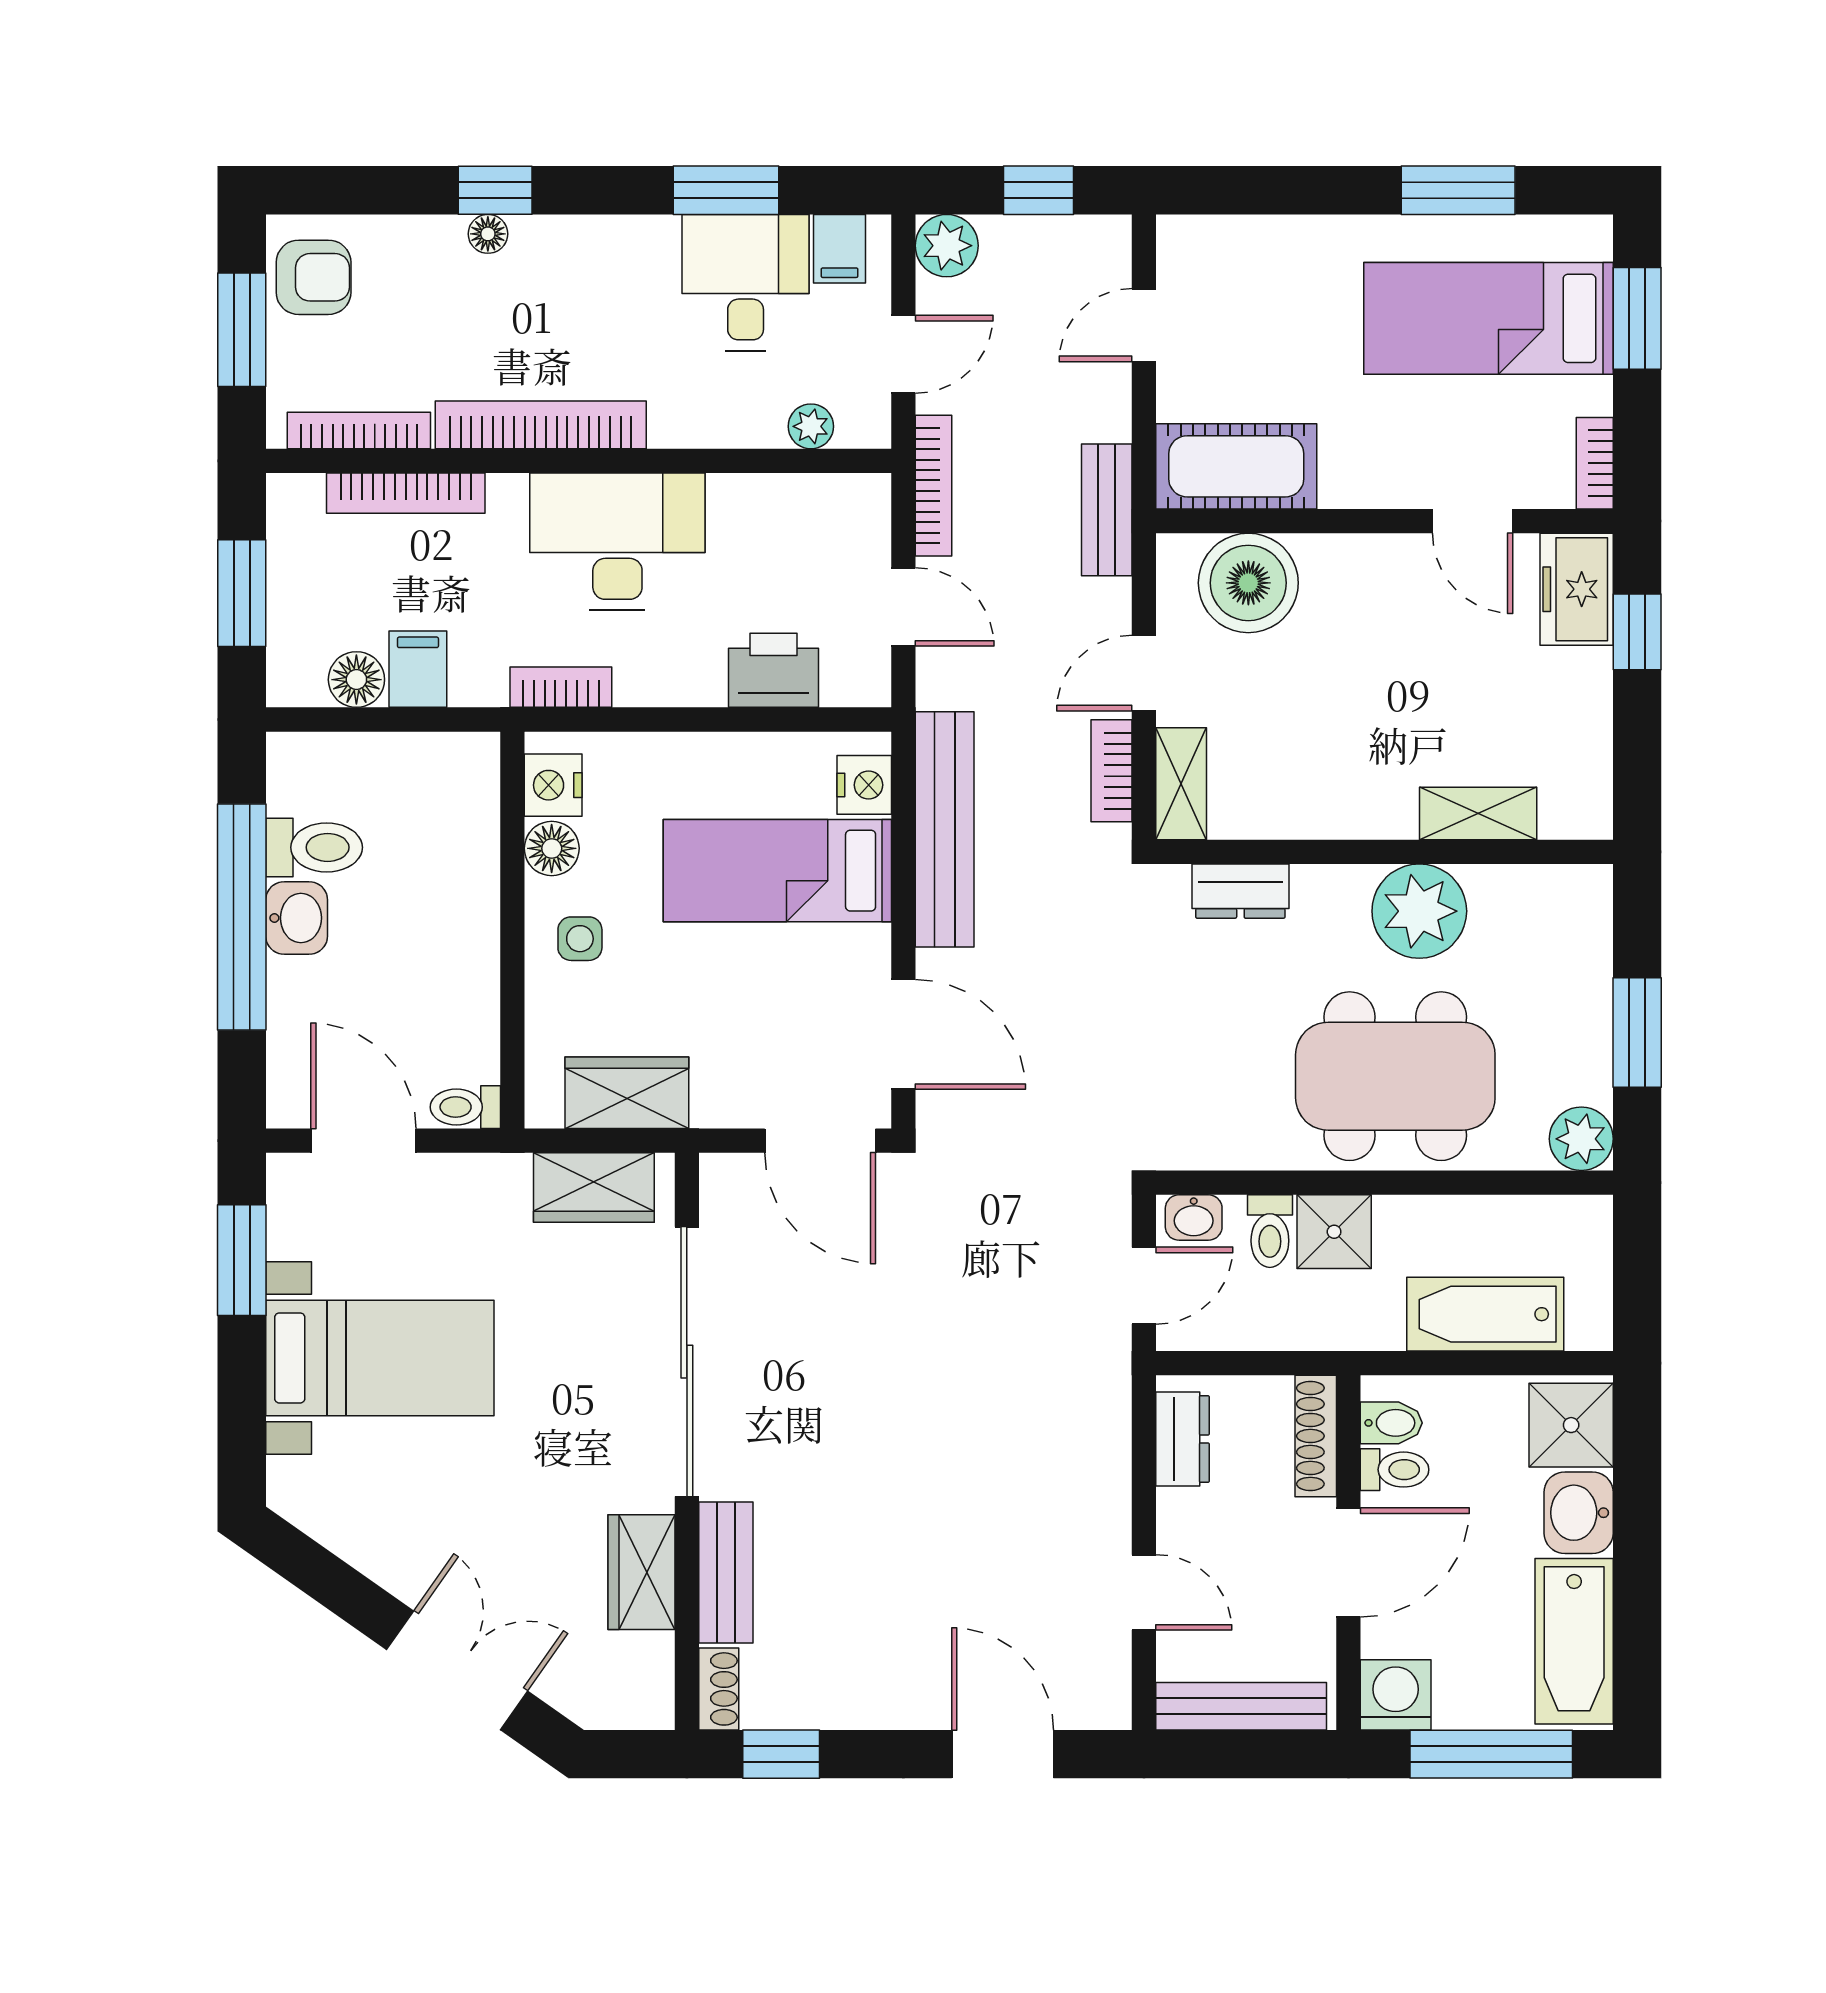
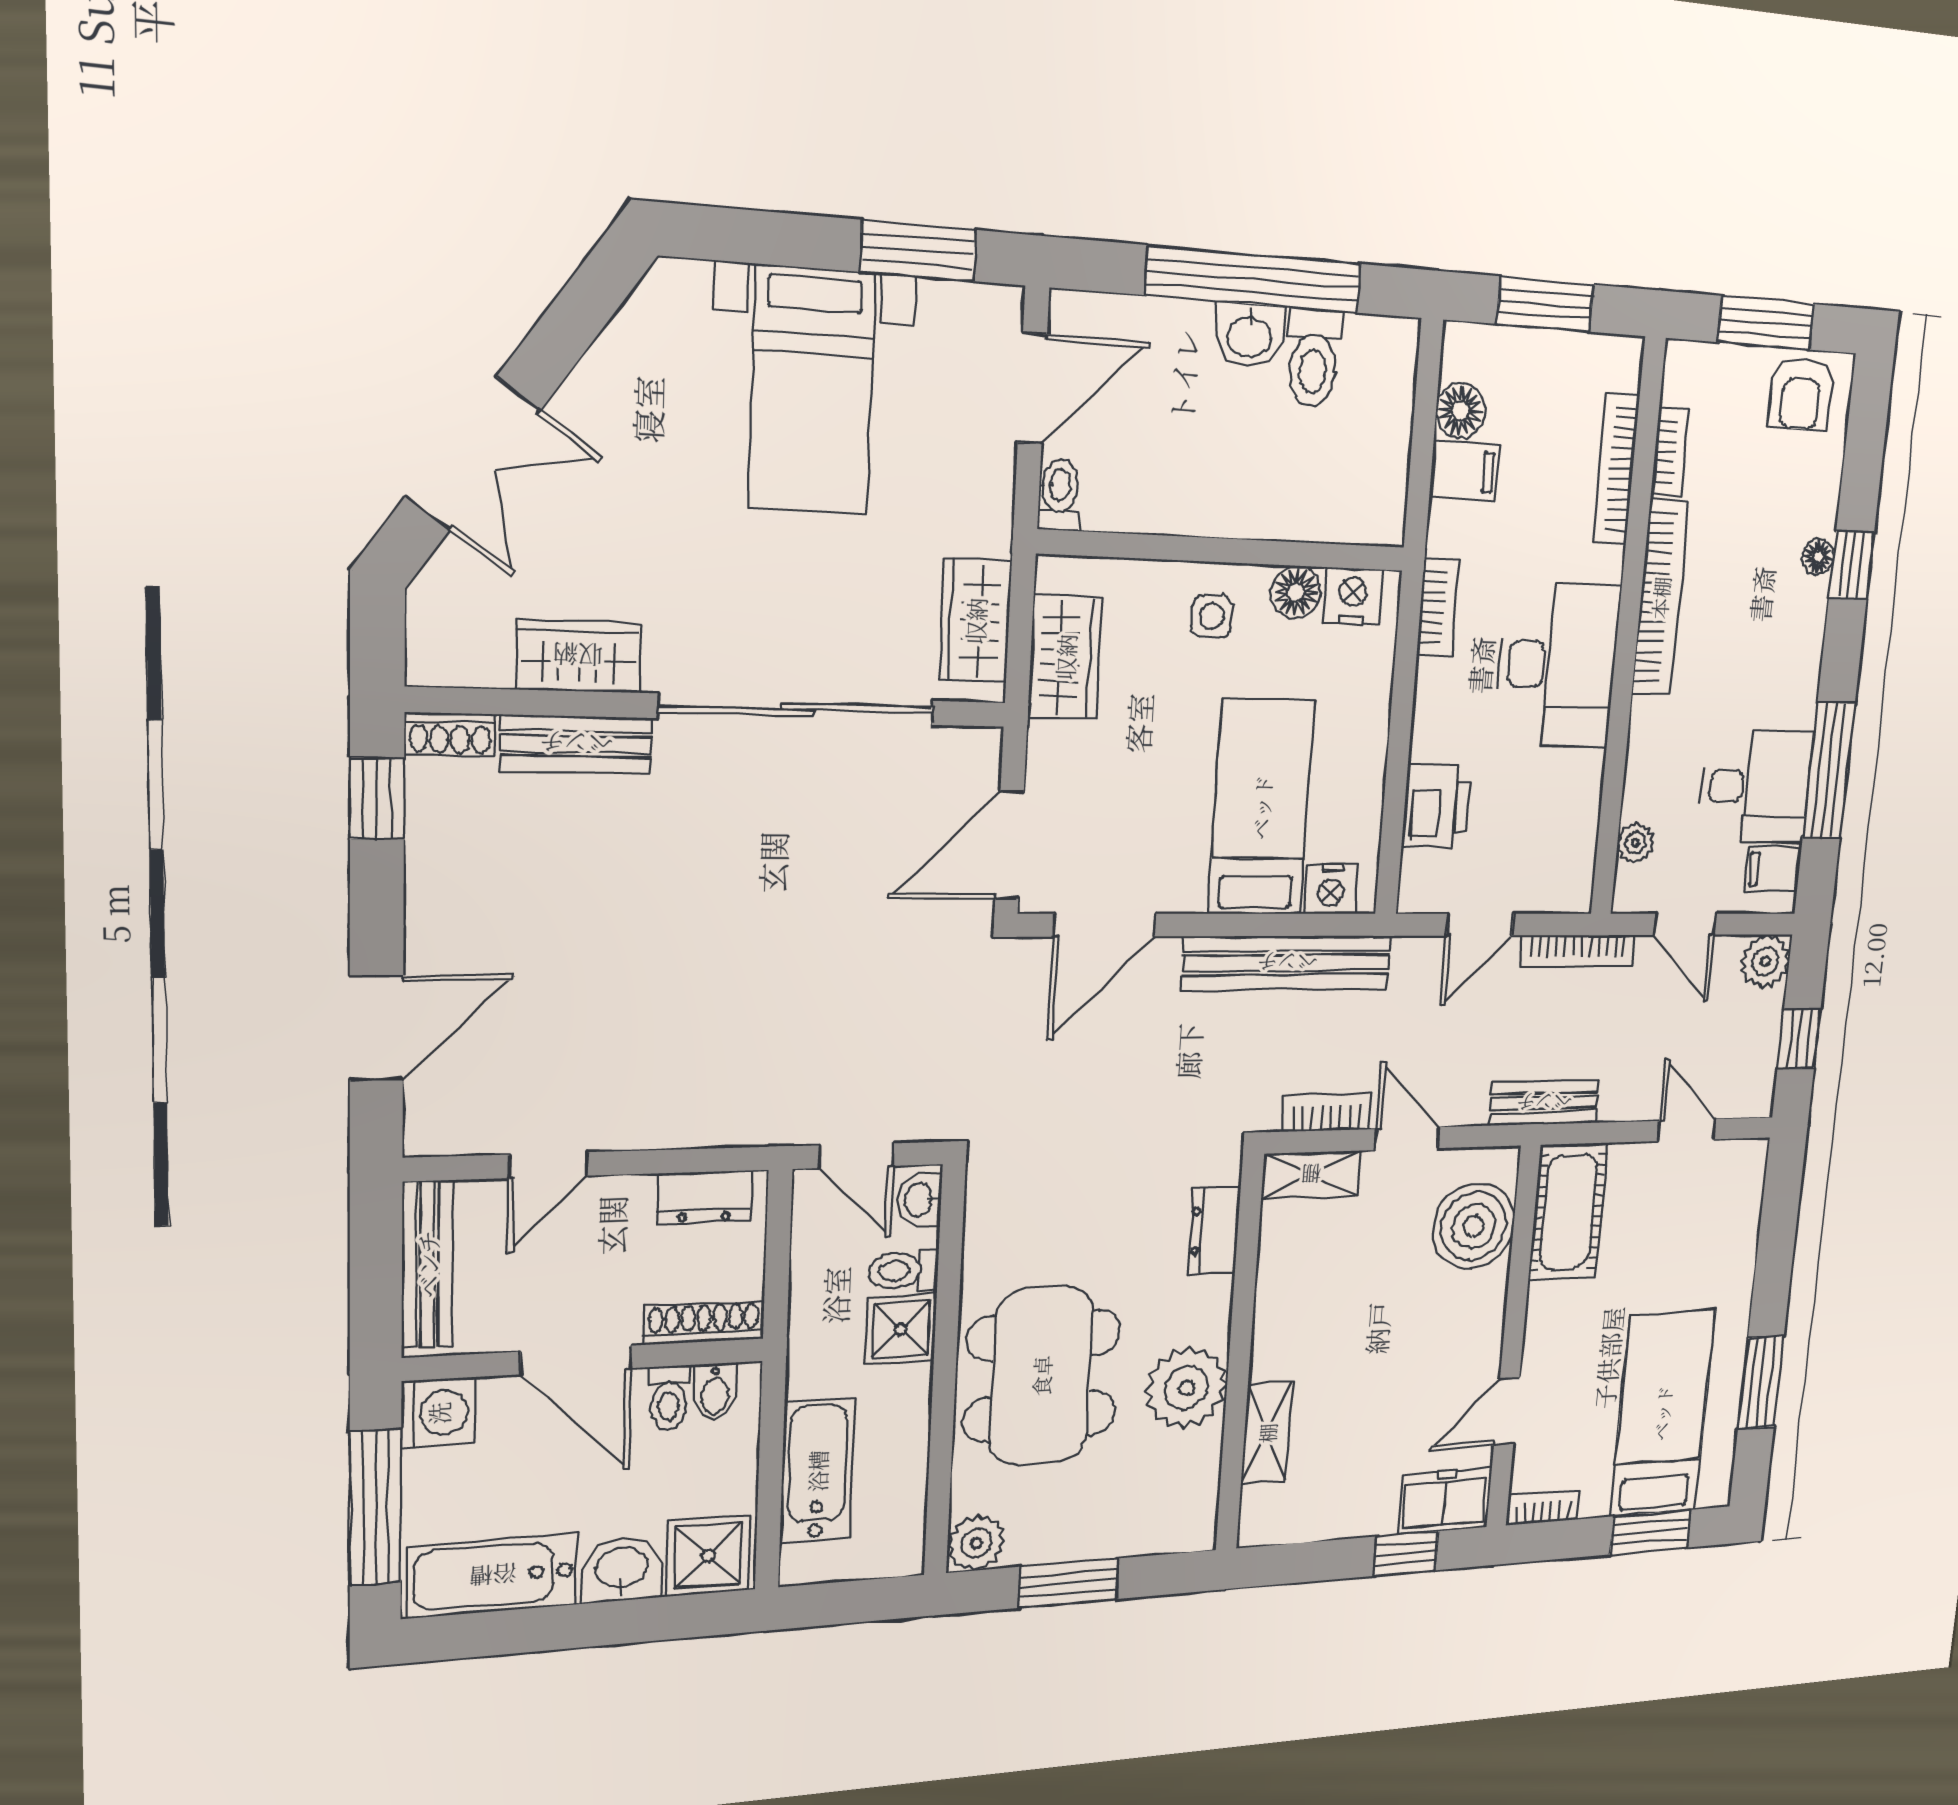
window: (726, 190) -> (1829, 771), width x1.44
bookcase: (359, 431) -> (1670, 452), width x0.64

